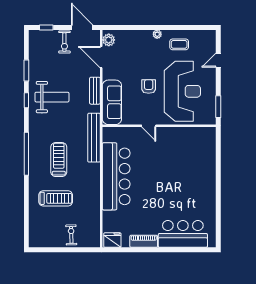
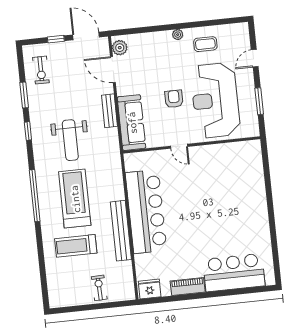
window: (46, 27) -> (56, 39), moved
exercise bike: (64, 42) -> (41, 70), moved
reception desk: (182, 91) -> (215, 100), turned 180
weight bench: (52, 97) -> (70, 140), moved, turned 90
window: (218, 107) -> (259, 101), moved
bench: (94, 138) -> (121, 231), moved
treadmill: (59, 160) -> (75, 199), width x1.37, depth x1.38
treadmill: (56, 198) -> (76, 246), turned 180

